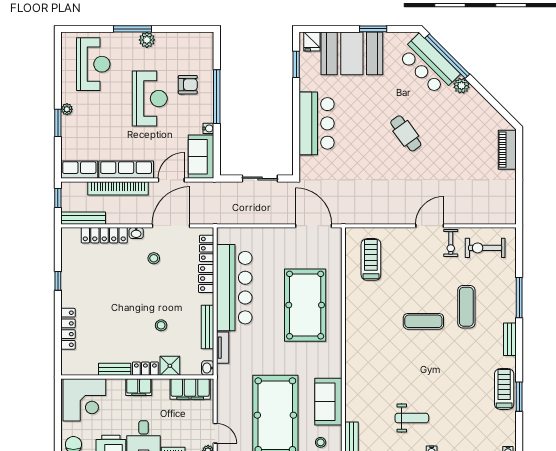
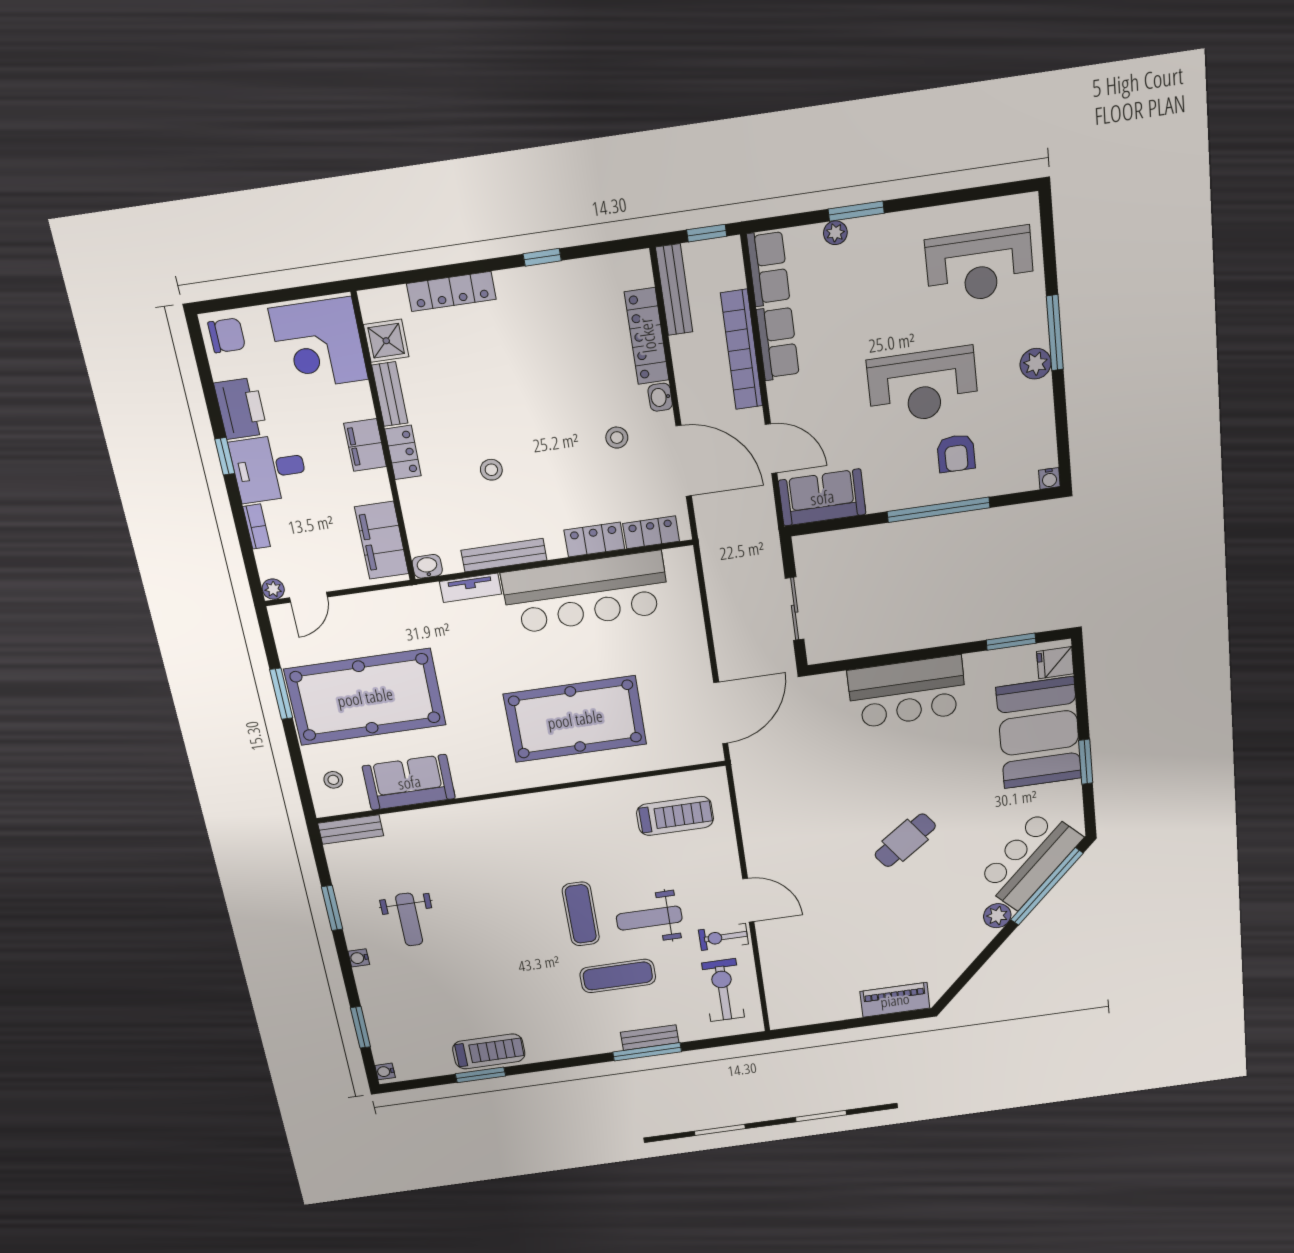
plant: (67, 109) -> (835, 233), moved
water cooler: (208, 128) -> (1049, 478), moved
row of seats: (126, 170) -> (778, 343), width x0.68
weight bench: (432, 283) -> (649, 918), added
bench: (510, 339) -> (650, 1038), moved
shower: (170, 366) -> (386, 341), moved

